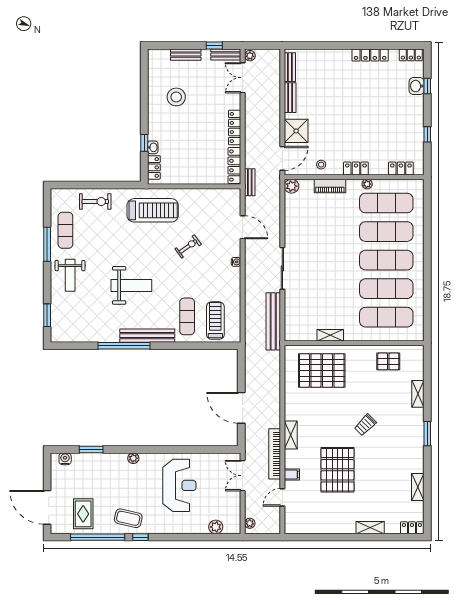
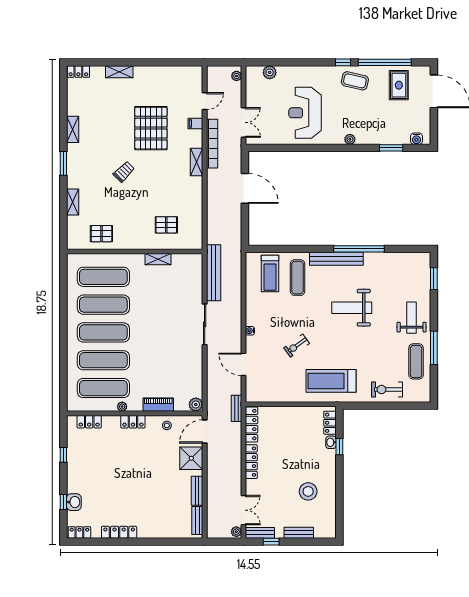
pallet: (322, 370) -> (166, 225), width x0.49, depth x0.50
shelving: (418, 487) -> (73, 129), moved

